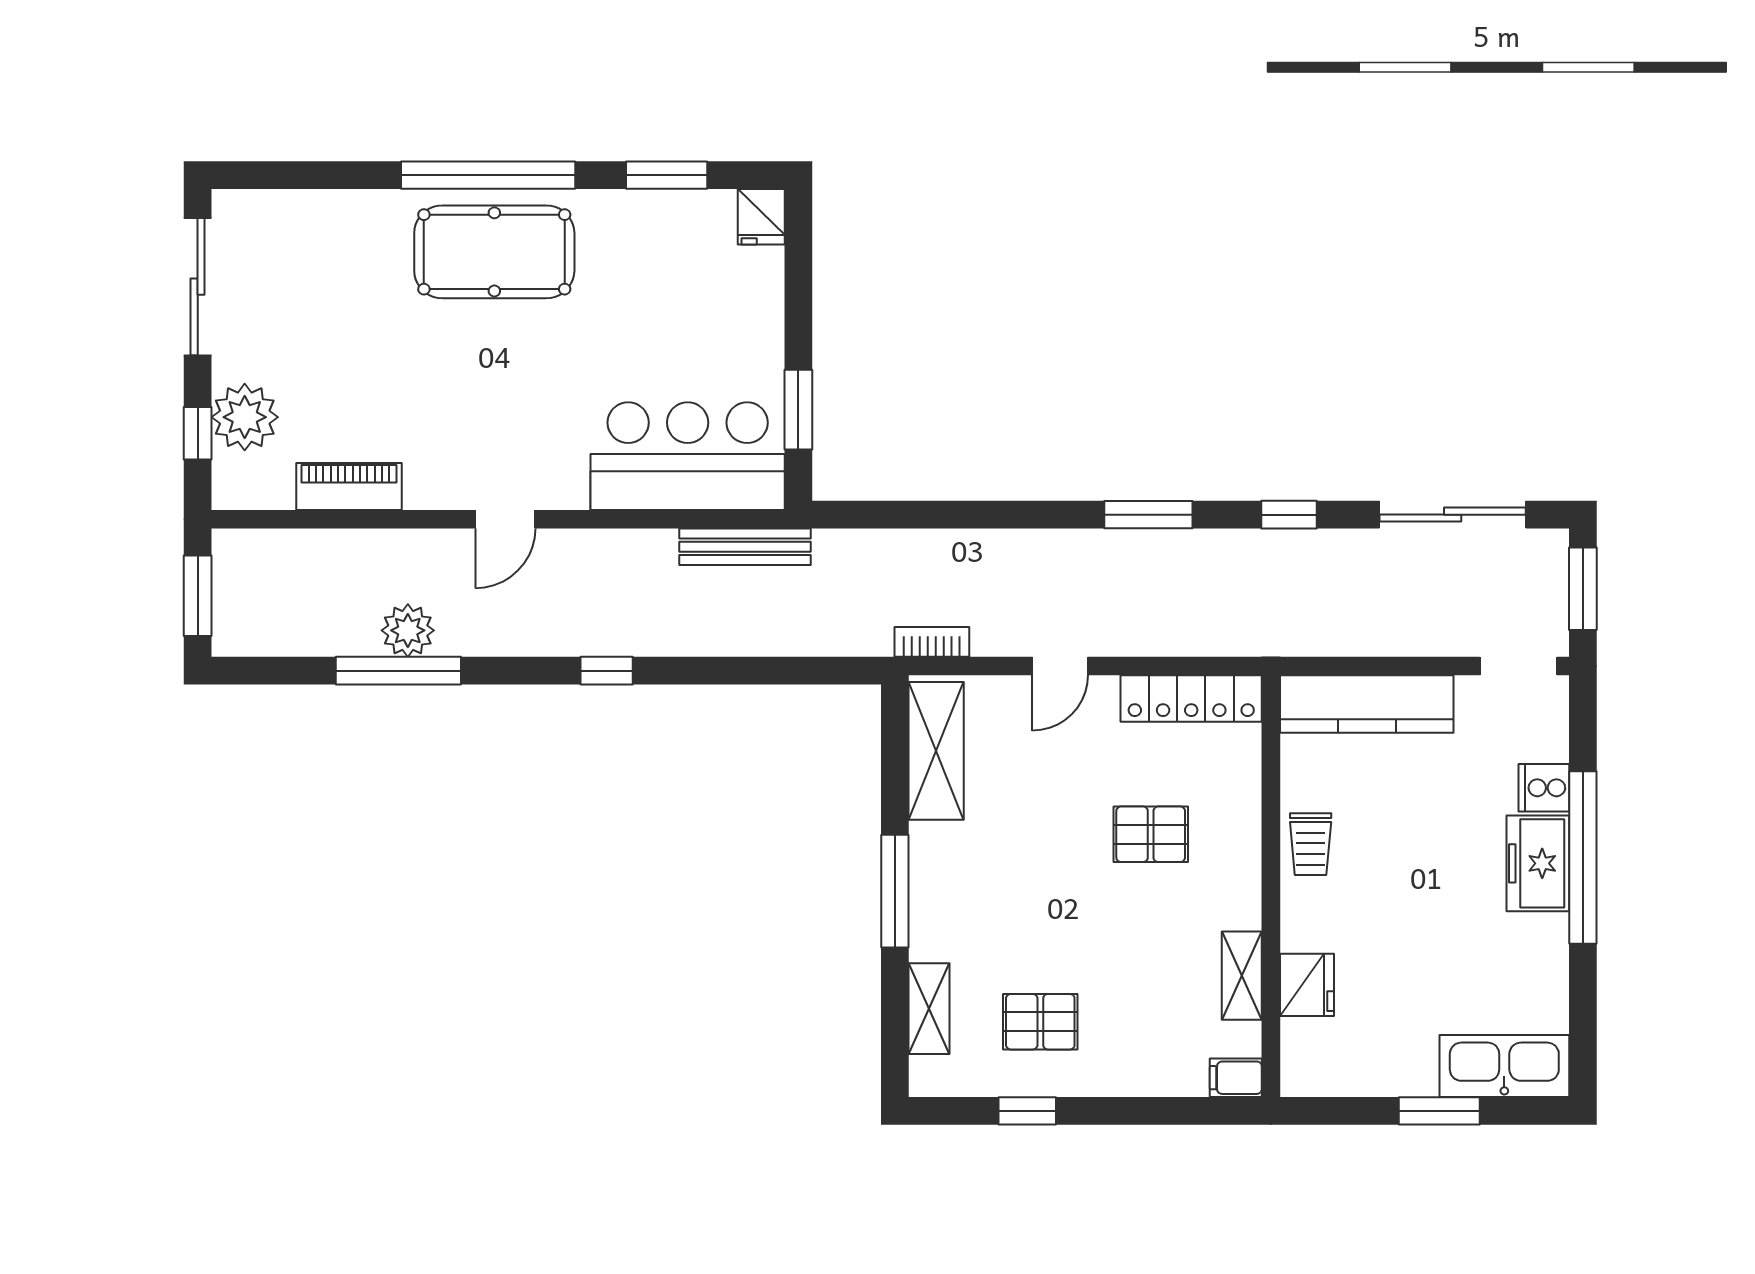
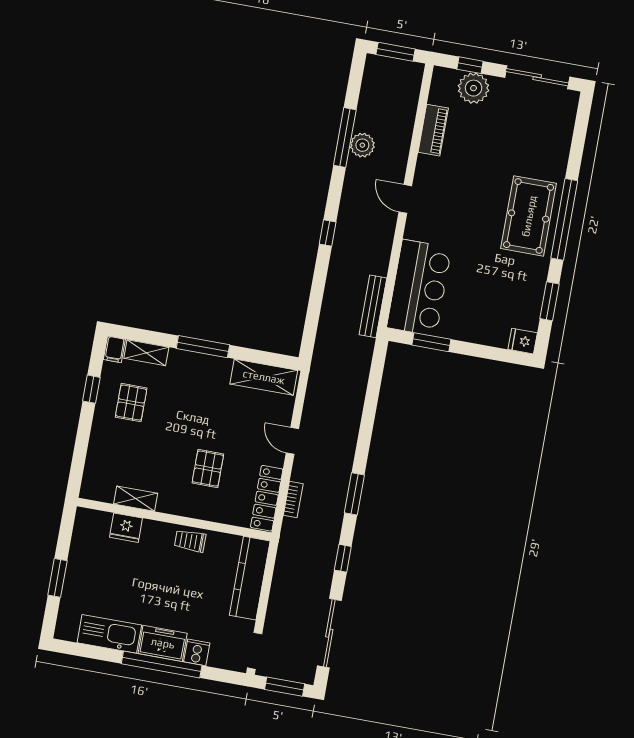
bookcase: (932, 642) -> (293, 499), moved
kitchen sink: (1504, 1066) -> (109, 634), moved, turned -90
filing cabinet: (1236, 1078) -> (114, 349), moved, turned 180

